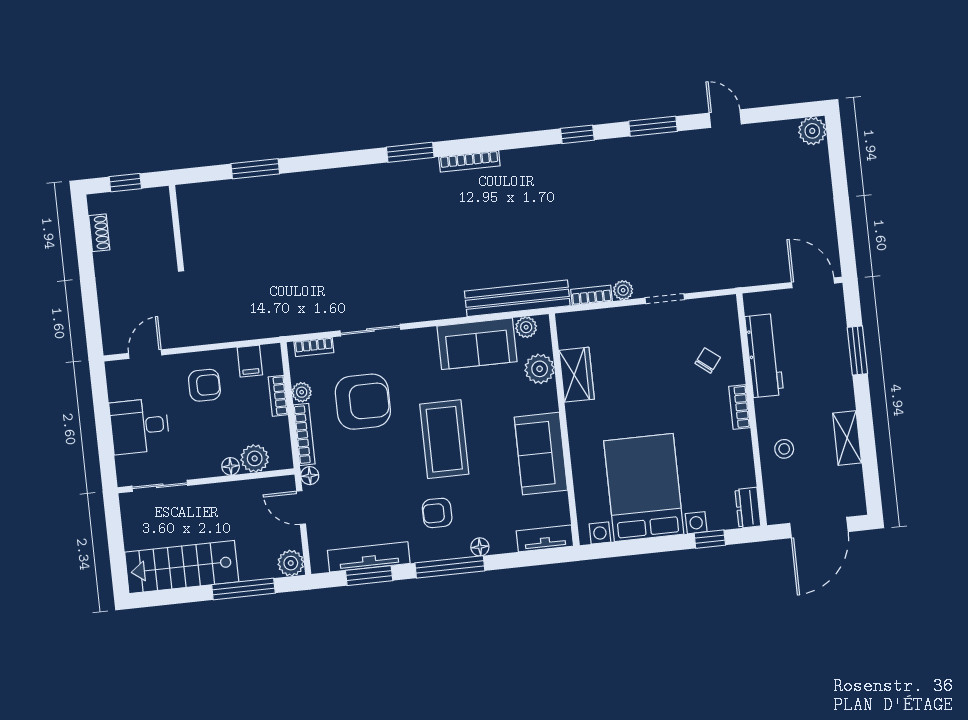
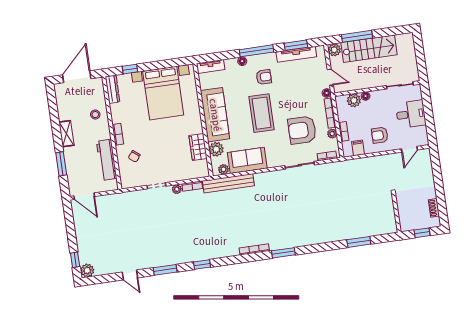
window: (836, 153) -> (75, 260), added
shelving: (847, 438) -> (66, 134), moved
sofa: (541, 454) -> (215, 115), width x1.36
dresser: (748, 508) -> (113, 89), width x1.44
stairs: (182, 567) -> (369, 49), moved

